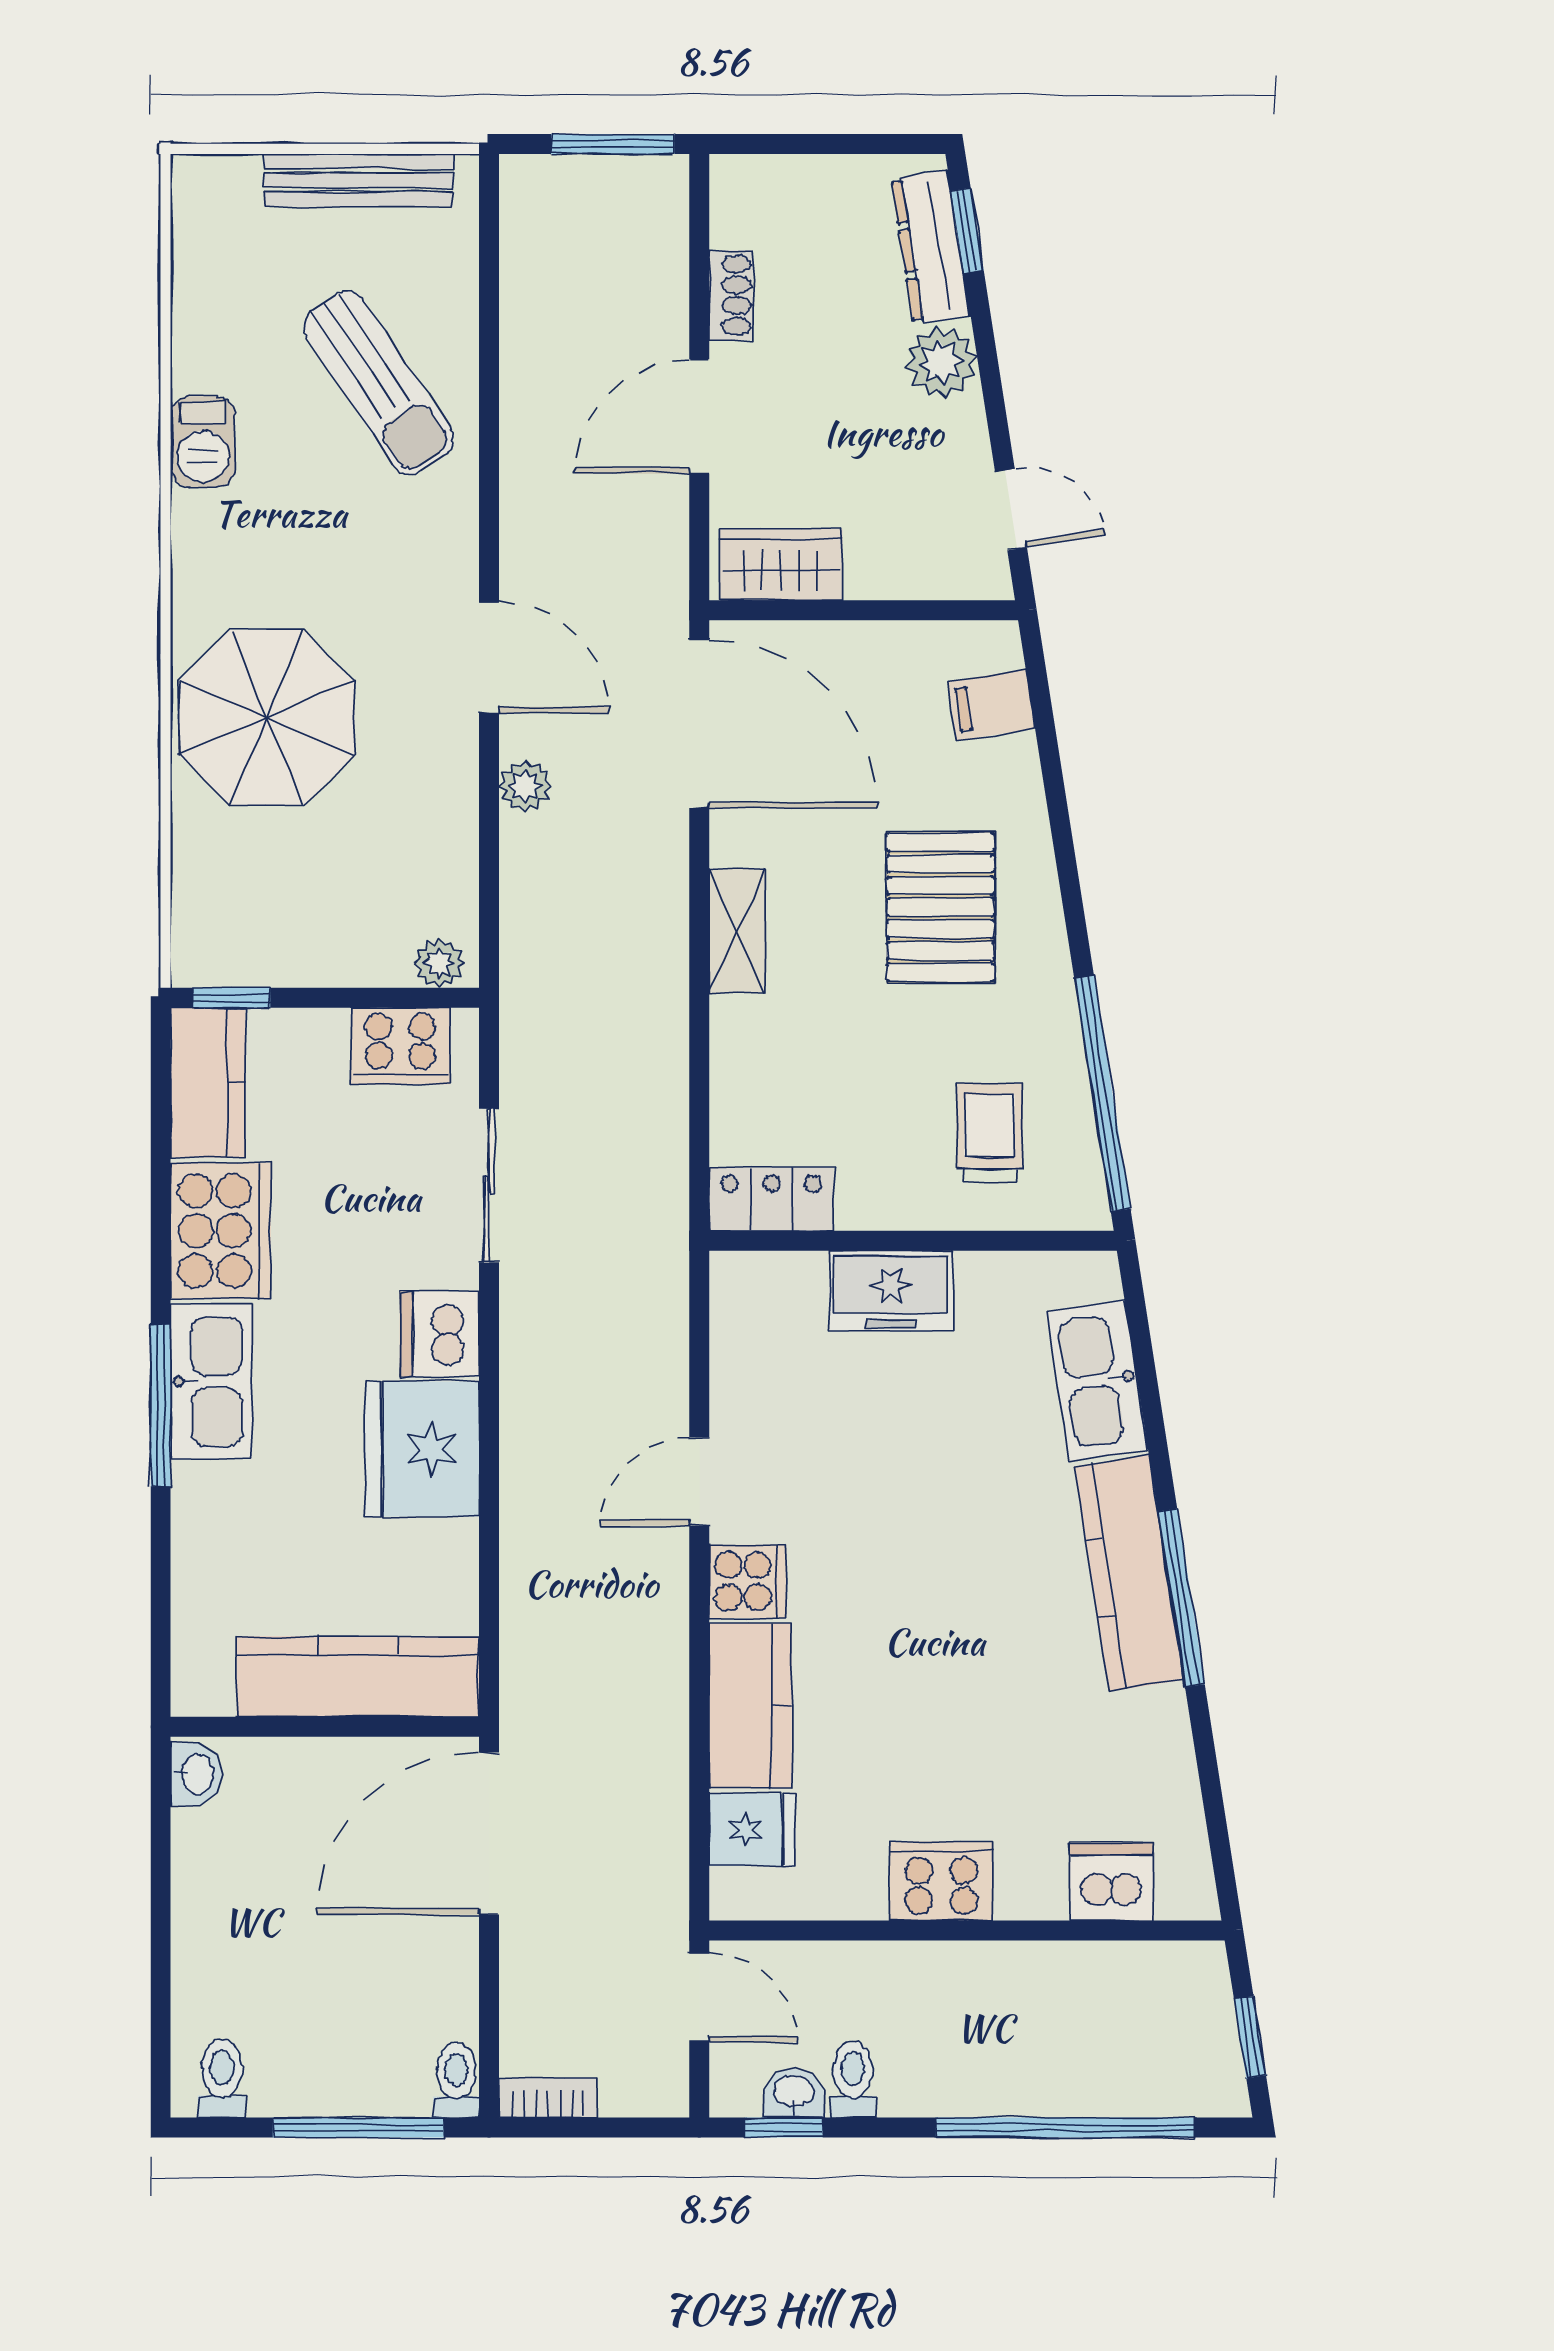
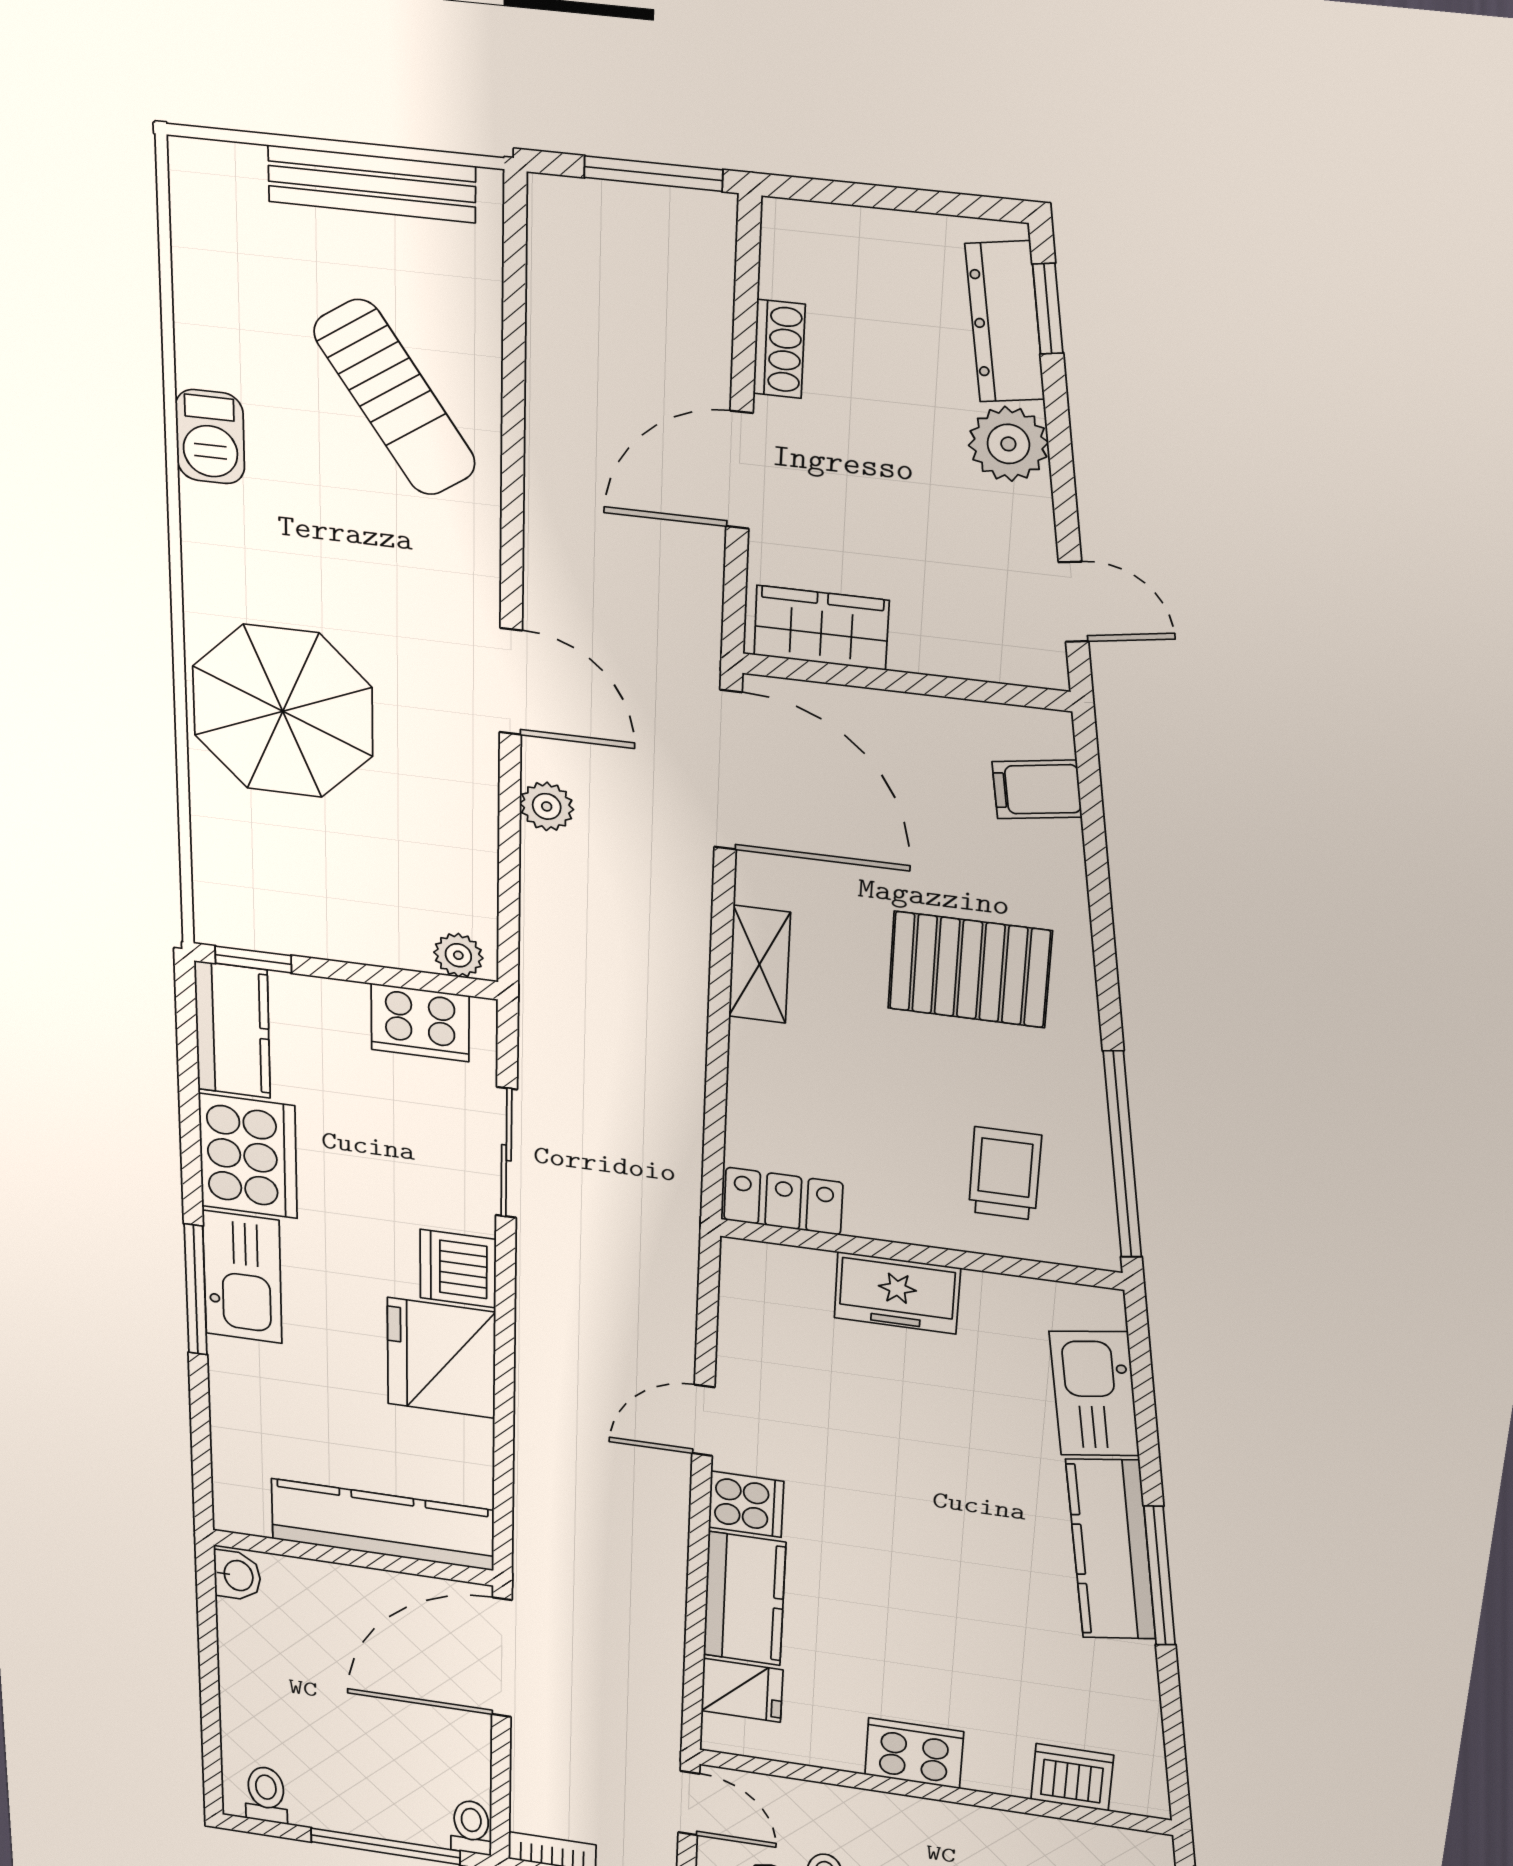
pallet: (941, 907) -> (970, 970), turned 90

